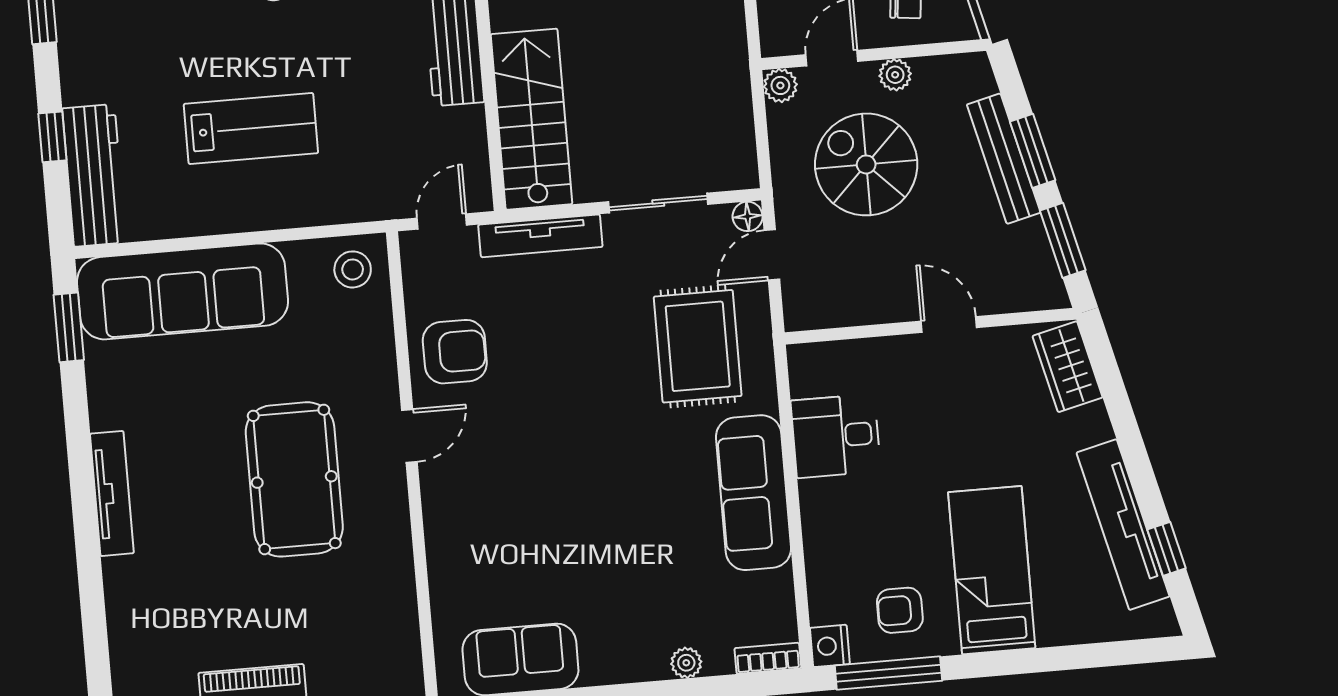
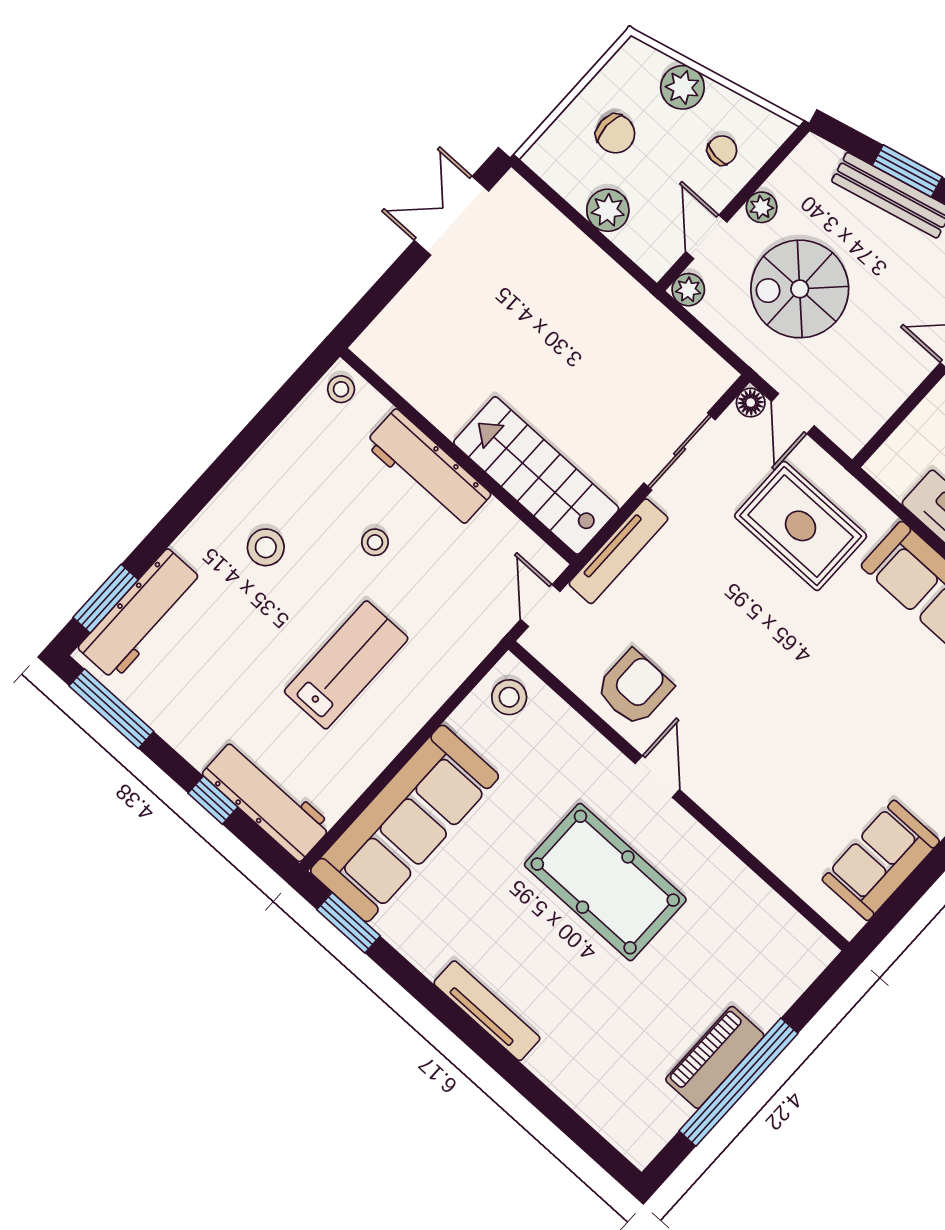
stool: (360, 55) -> (375, 542), added

